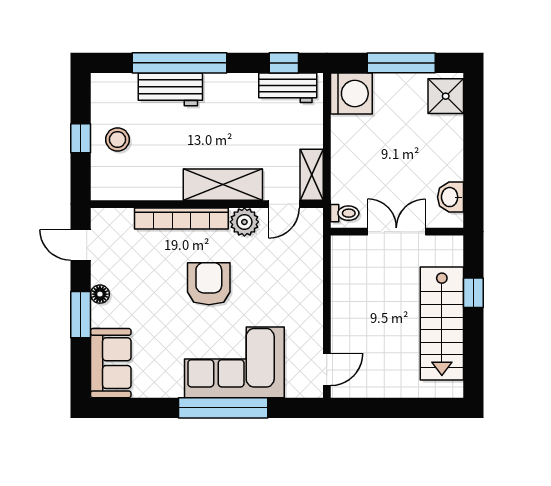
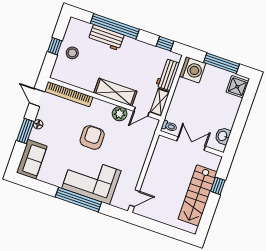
workbench: (288, 88) -> (168, 74), moved, turned 90
bookcase: (181, 218) -> (69, 94), moved

